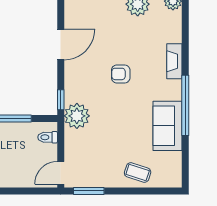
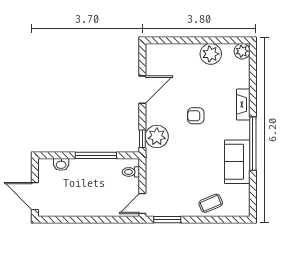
plant: (77, 116) -> (157, 136), moved
coffee table: (138, 173) -> (211, 203), turned -41

